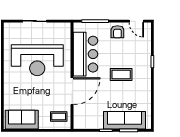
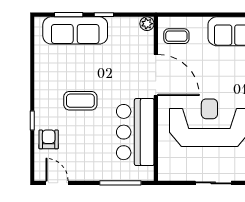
armchair: (117, 32) -> (49, 139), moved
door: (72, 91) -> (156, 75), swing flipped
plant: (78, 125) -> (147, 24), added

